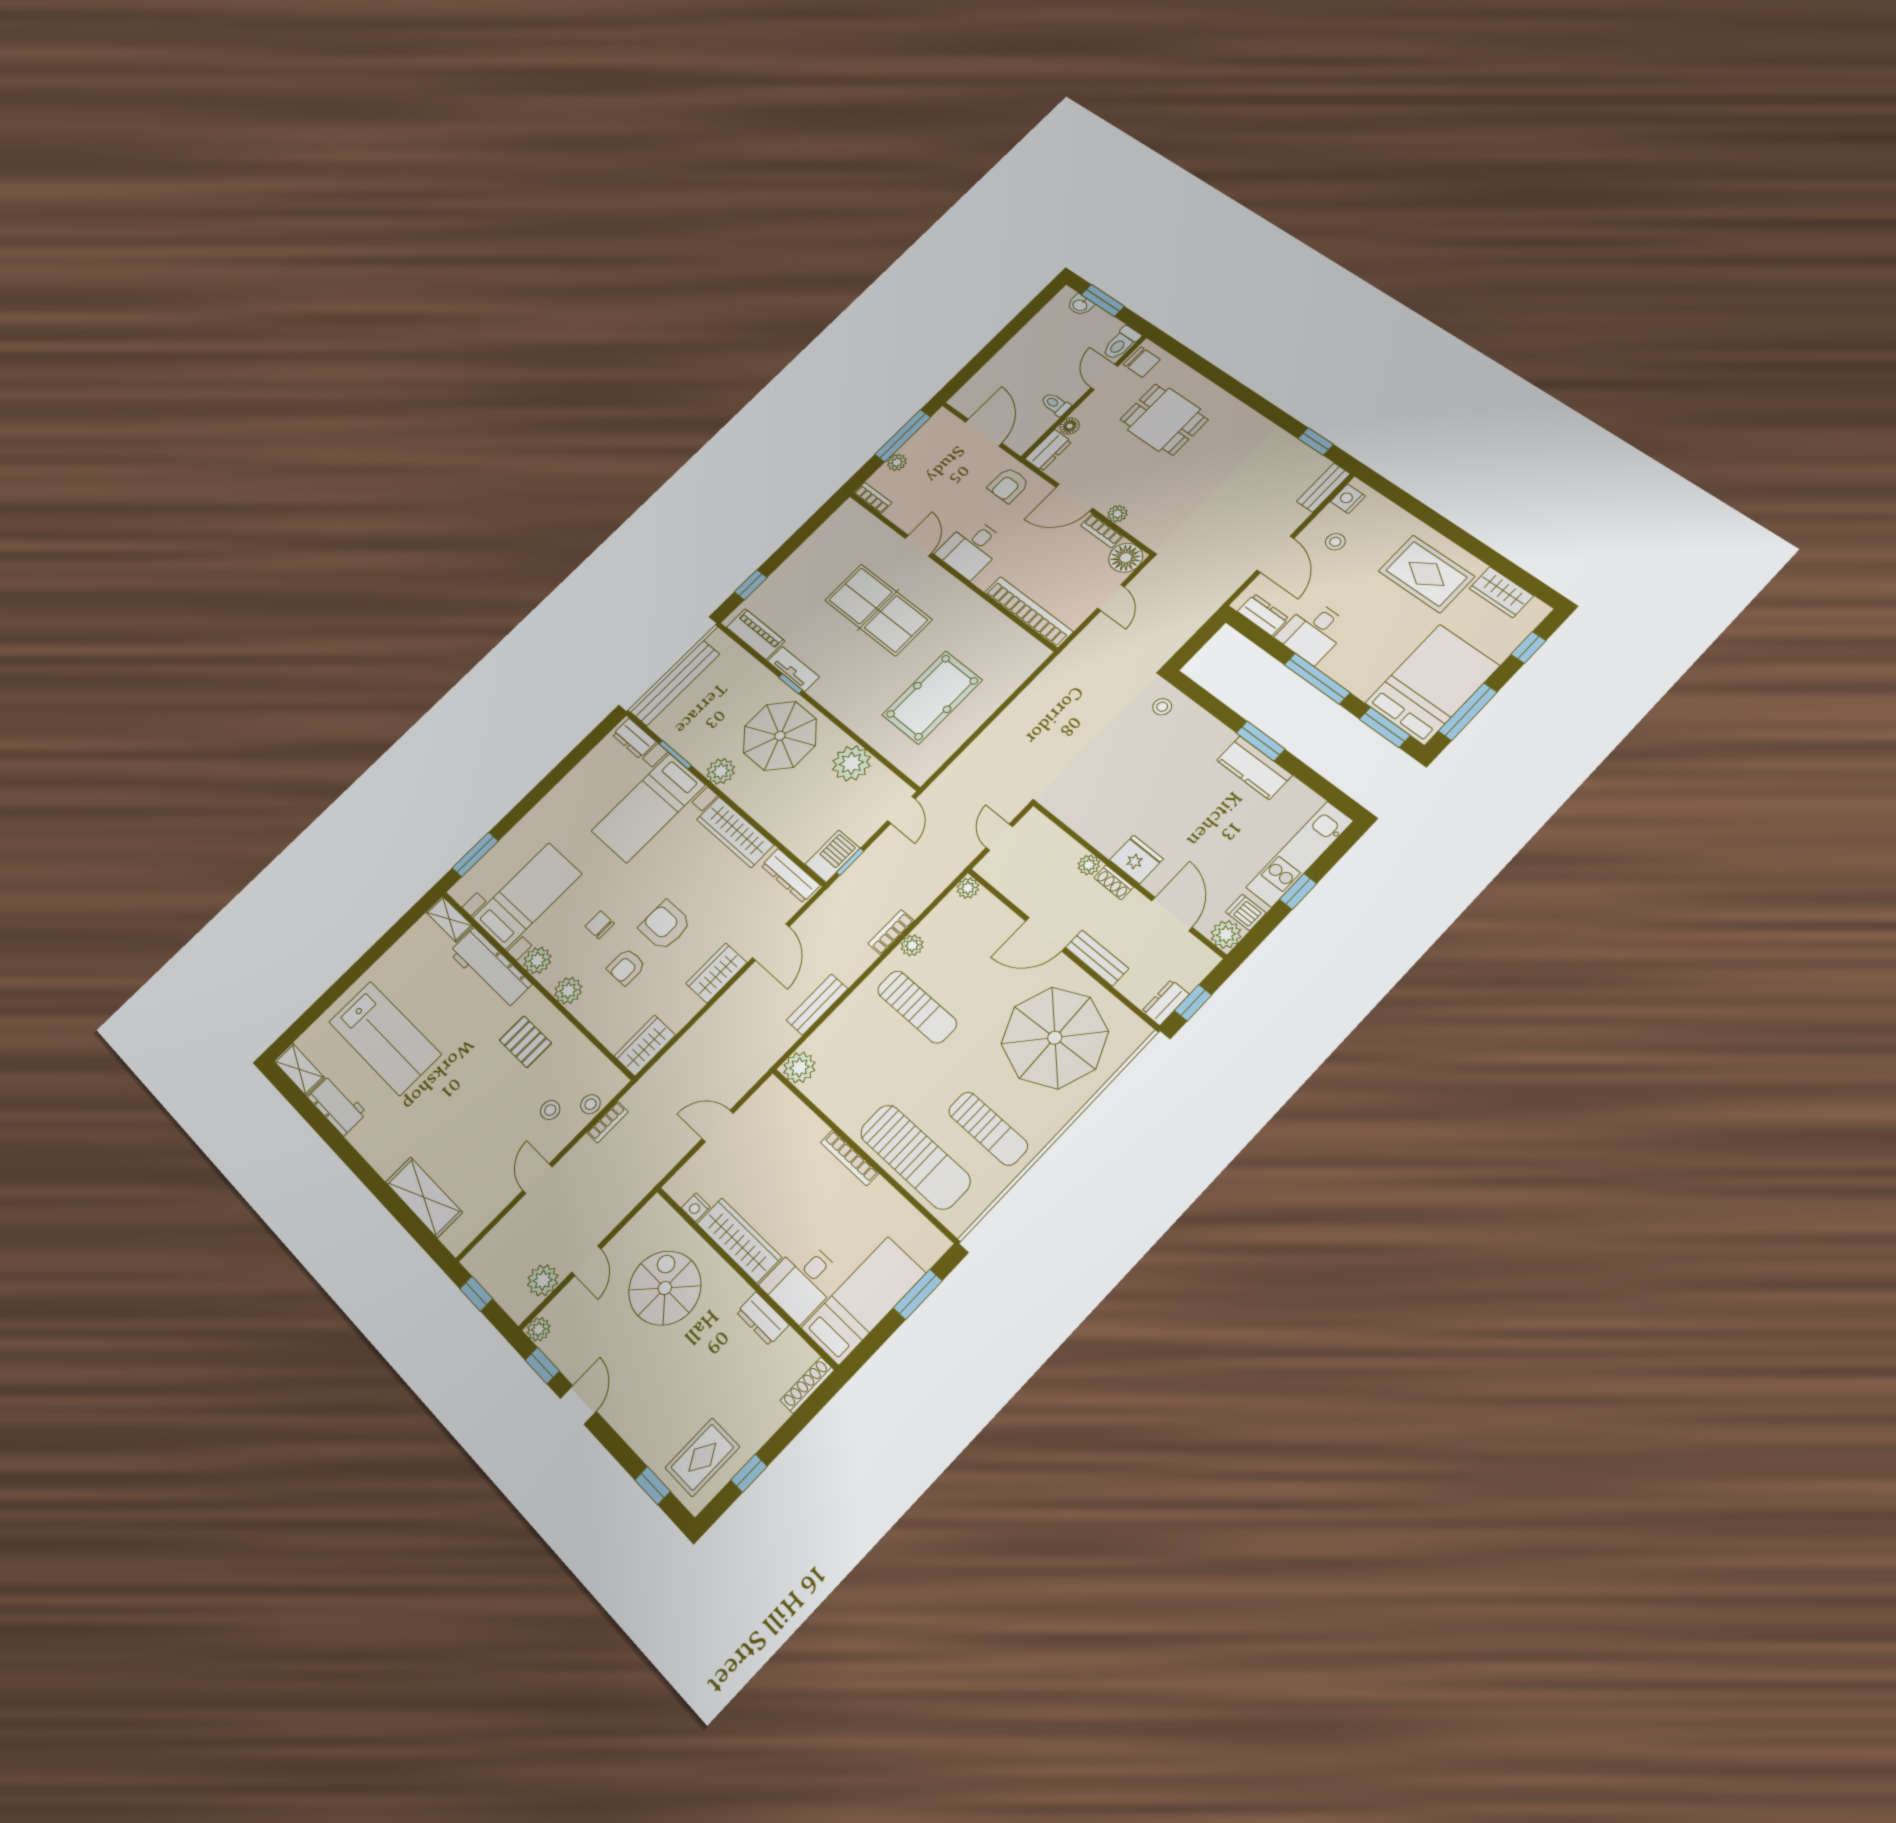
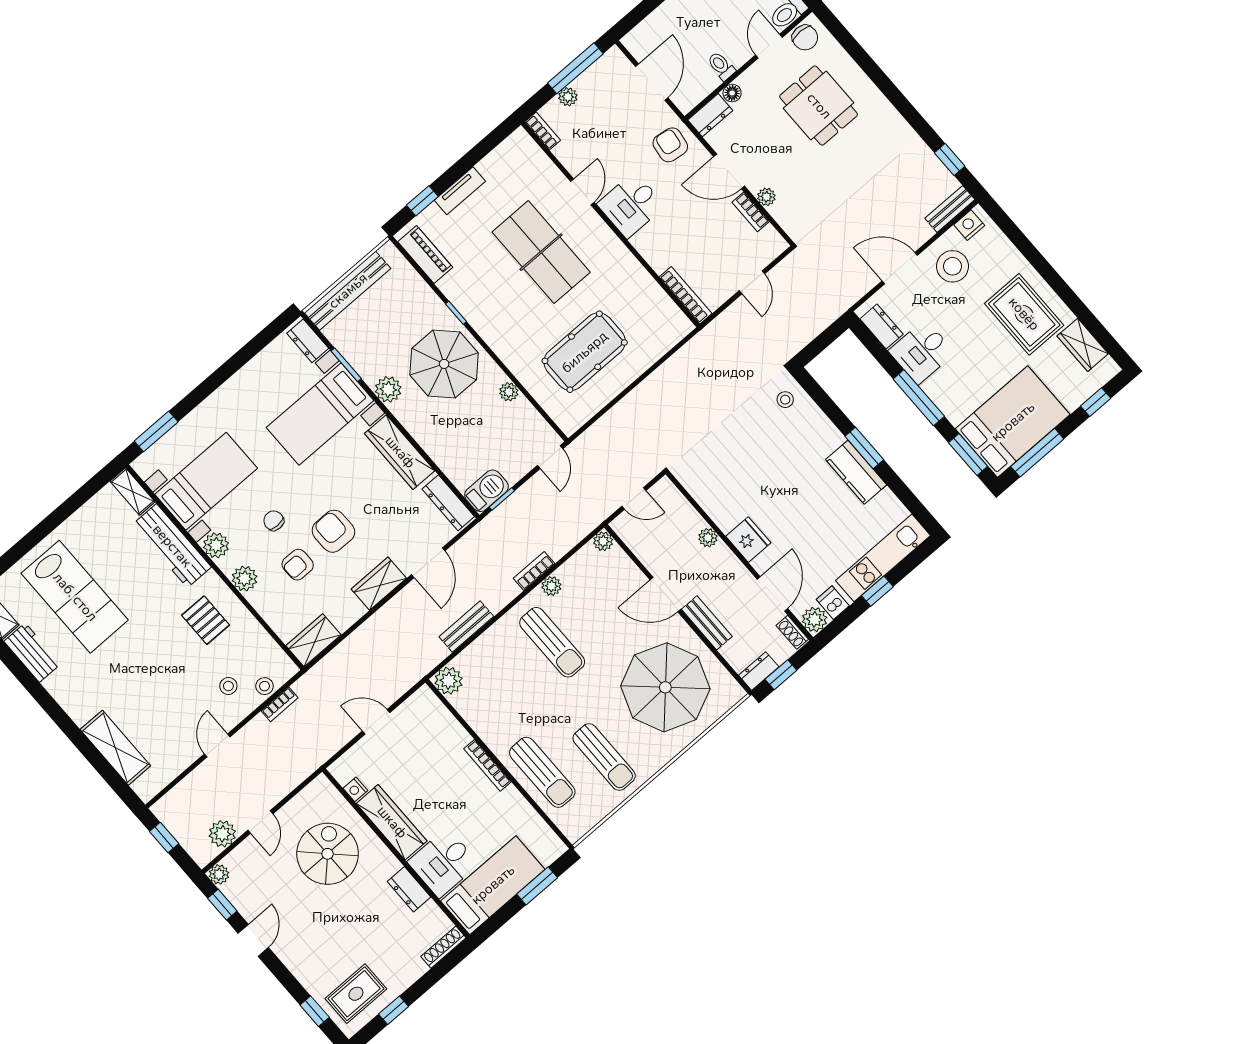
armchair: (1008, 485) -> (670, 145), turned 98
stool: (1335, 542) -> (952, 266), width x1.89, depth x1.89
door: (1275, 554) -> (900, 268), swing flipped
floor lamp: (1126, 558) -> (769, 244), removed
bookcase: (1029, 612) -> (686, 295), width x0.68, depth x0.76
tv unit: (793, 669) -> (460, 191), moved, turned 90
plant: (851, 763) -> (509, 392), width x0.53, depth x0.53
door: (999, 837) -> (634, 498), swing flipped
shoe rack: (1114, 882) -> (792, 632), moved
sun lounger: (915, 1157) -> (542, 772), width x0.73, depth x0.75

